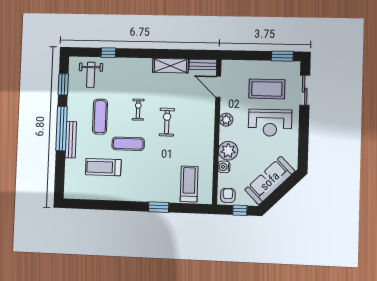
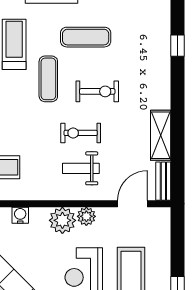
weight bench: (91, 75) -> (81, 168), moved
exercise bike: (138, 110) -> (97, 91), width x1.38, depth x1.39
exercise bike: (167, 122) -> (81, 133), turned 180
plant: (228, 151) -> (62, 220), moved

